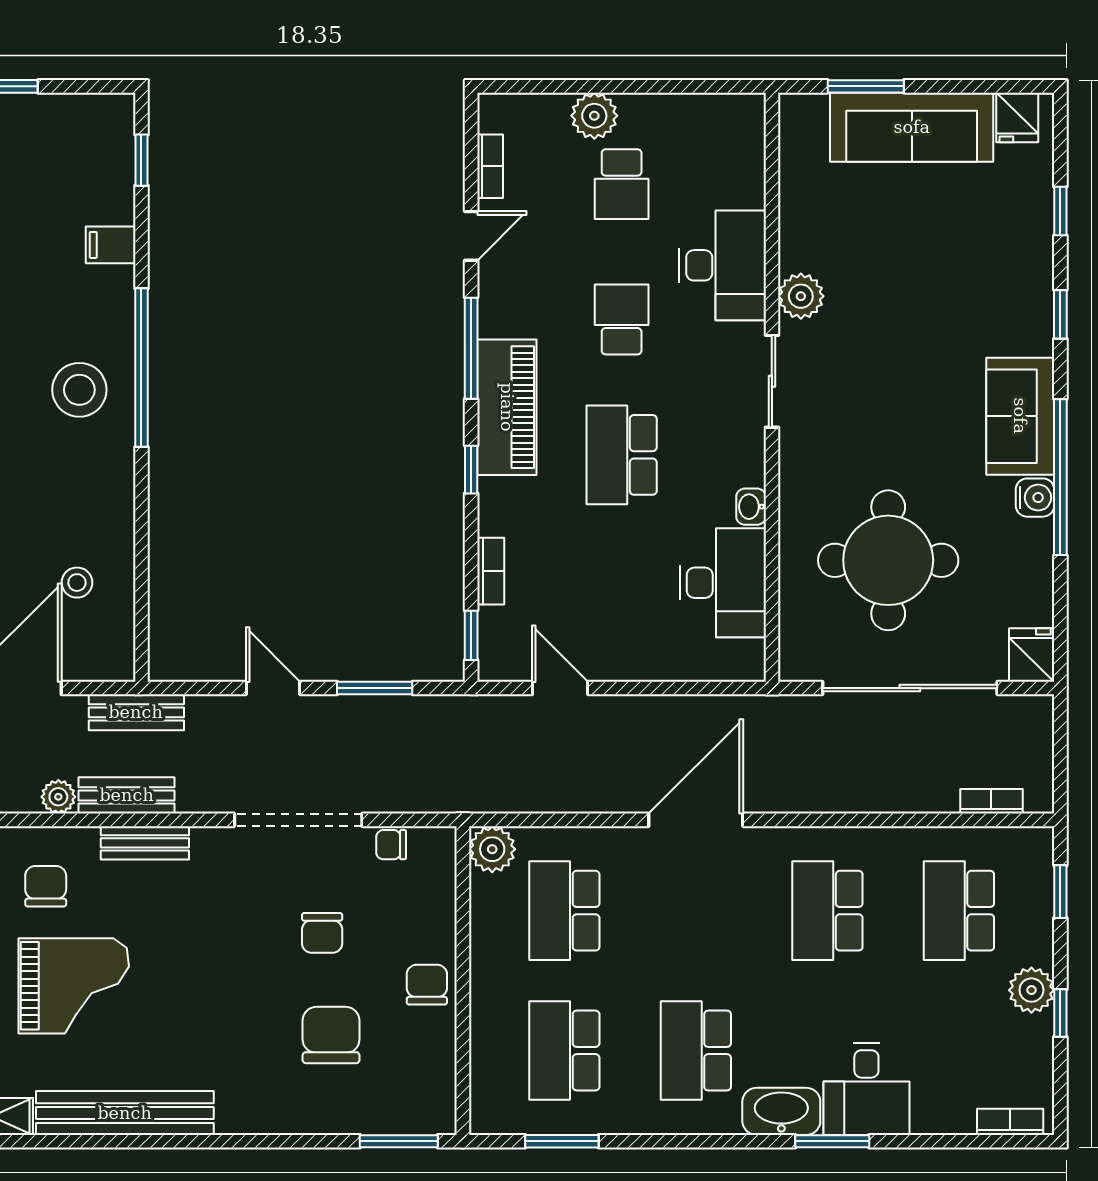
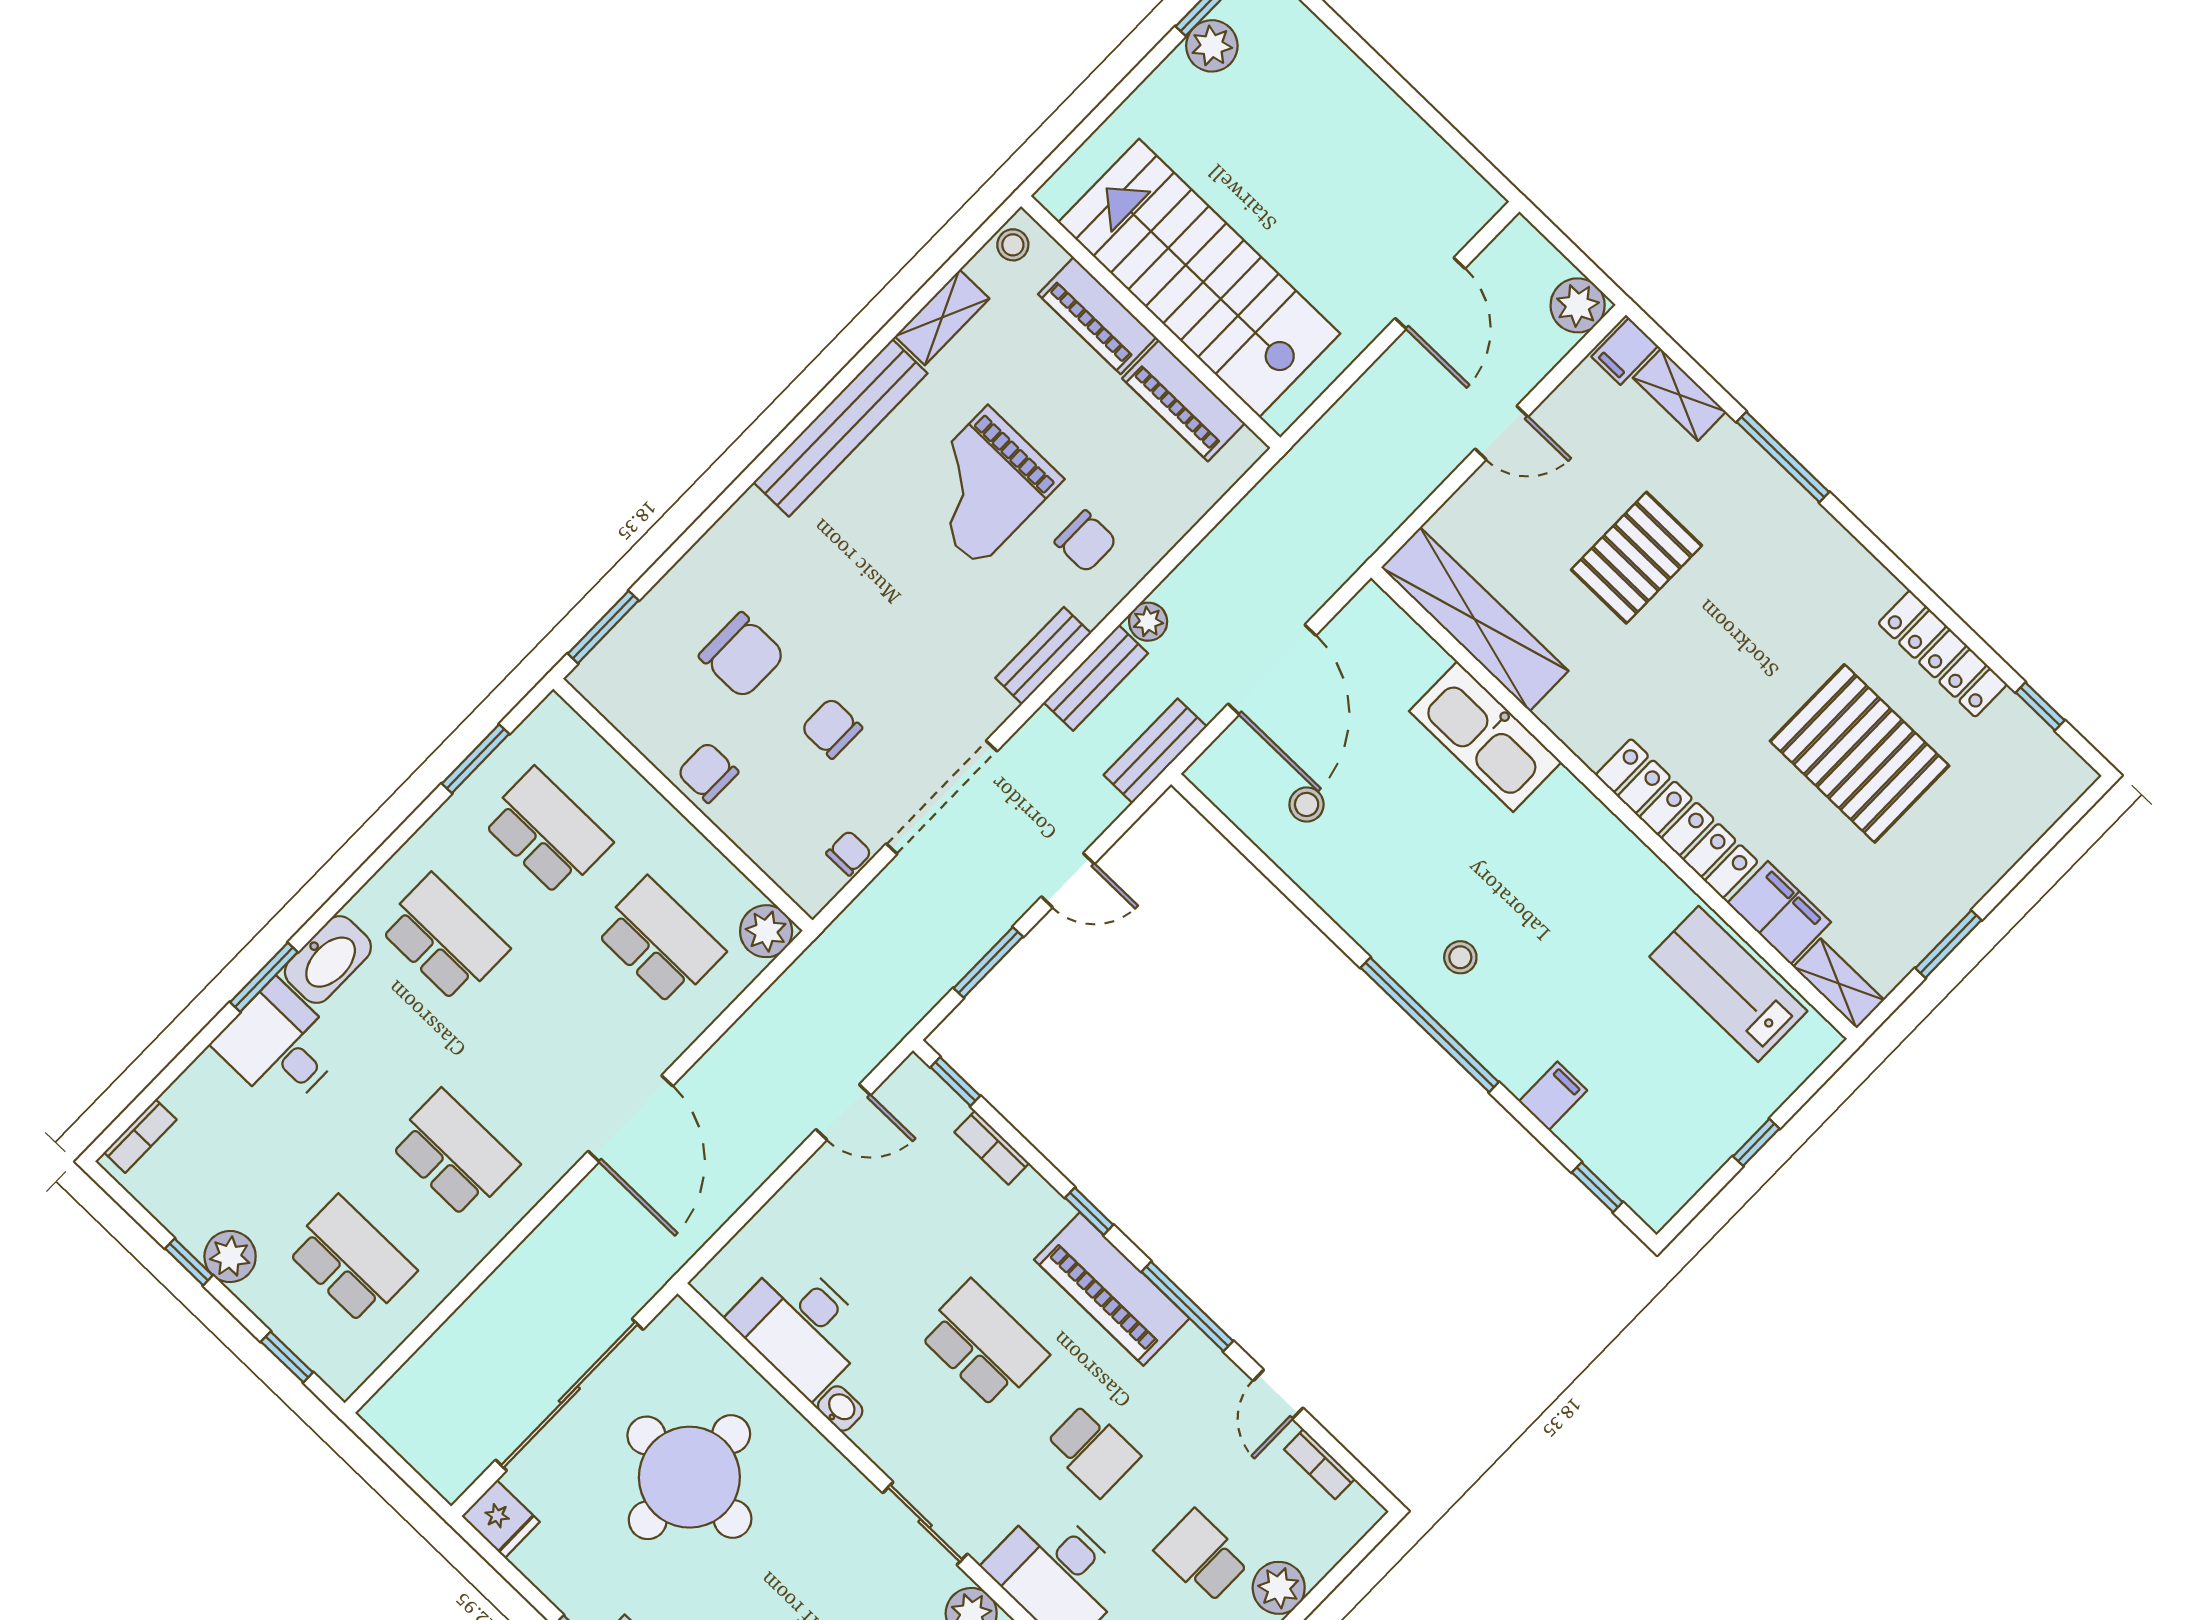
stool: (79, 390) -> (1460, 957), width x0.53, depth x0.53
bookcase: (991, 801) -> (414, 1372), removed
chair: (427, 985) -> (708, 772), turned 180

